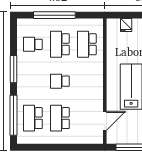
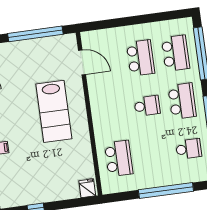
fridge: (126, 25) -> (87, 188), moved
school desk: (60, 44) -> (182, 101), moved
door: (105, 121) -> (82, 62), swing flipped

